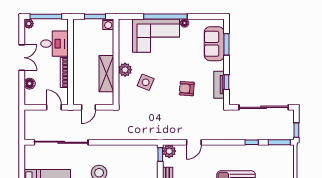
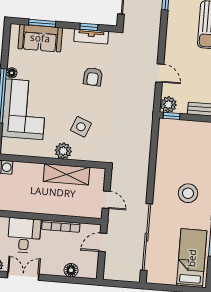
double door: (22, 58) -> (23, 276), moved

